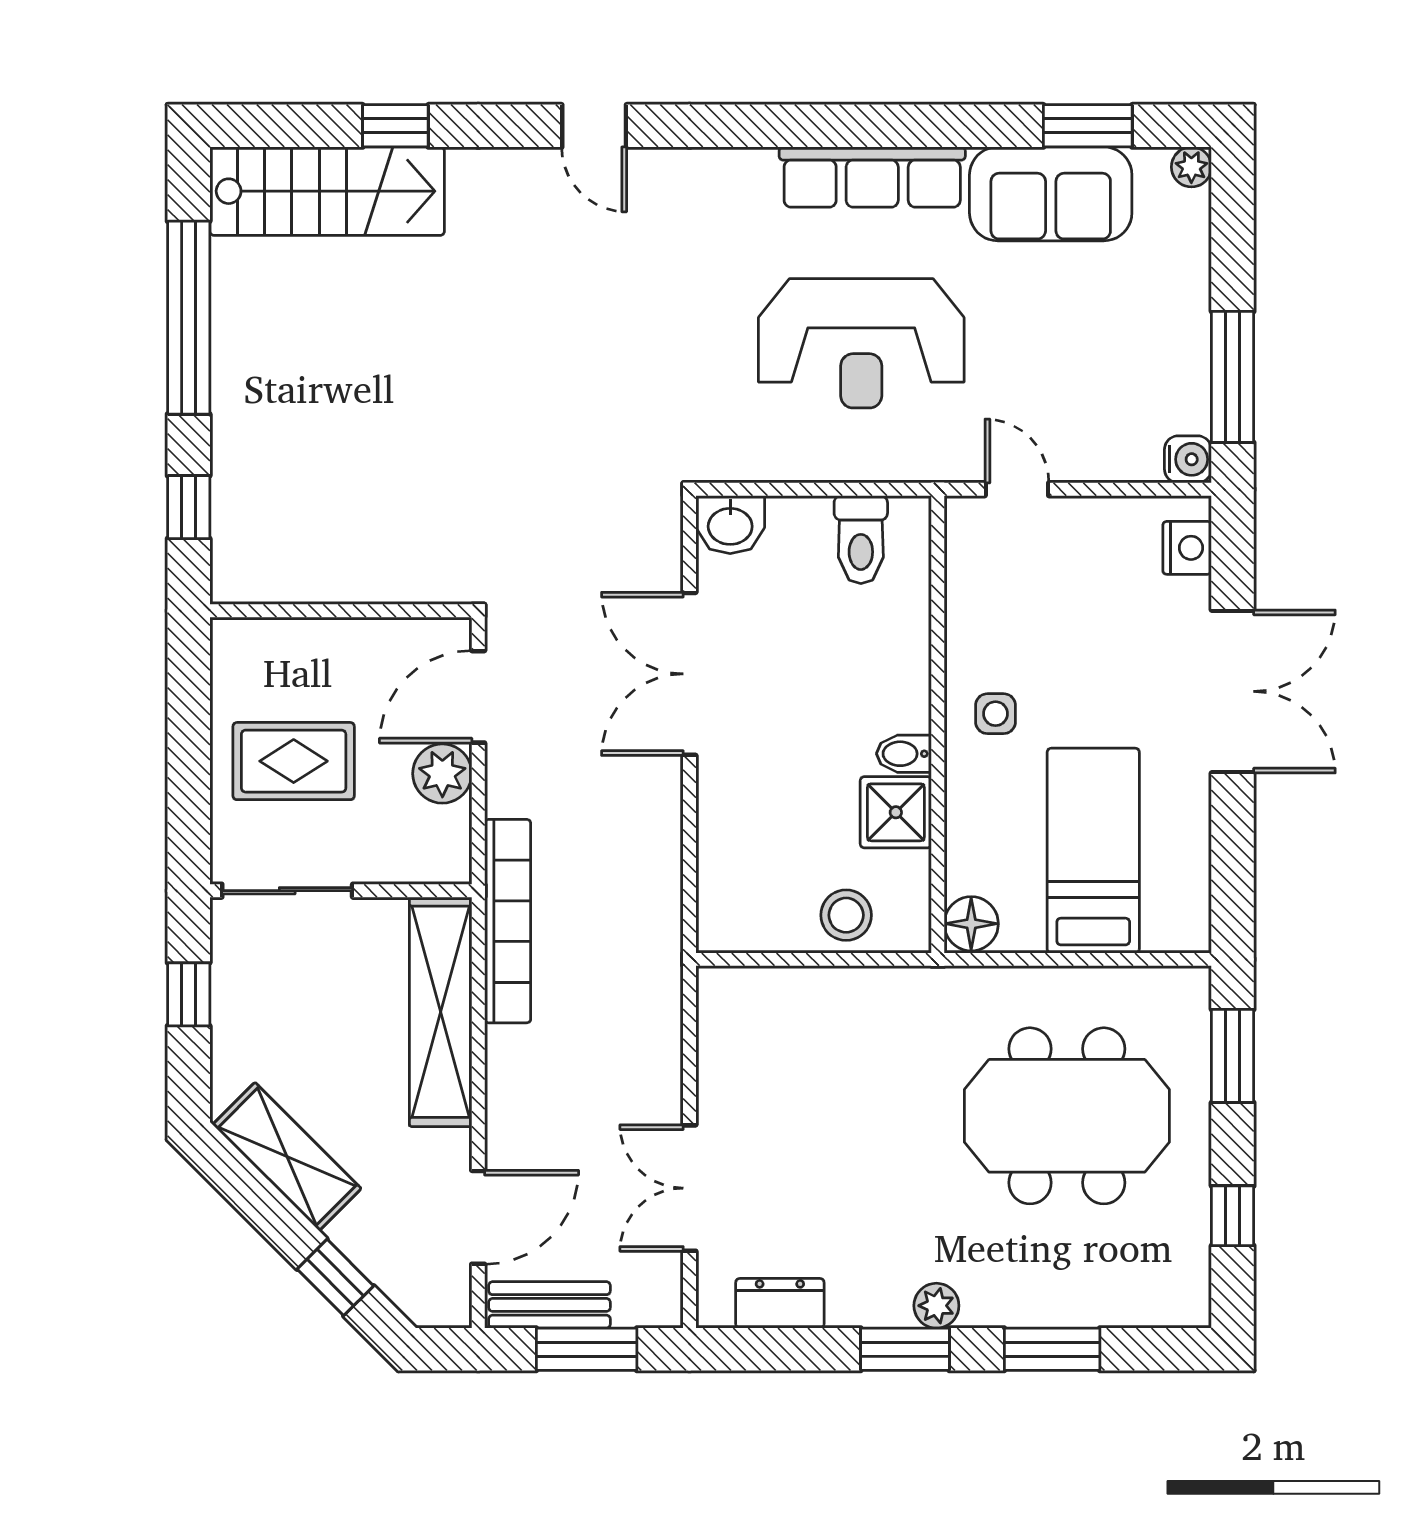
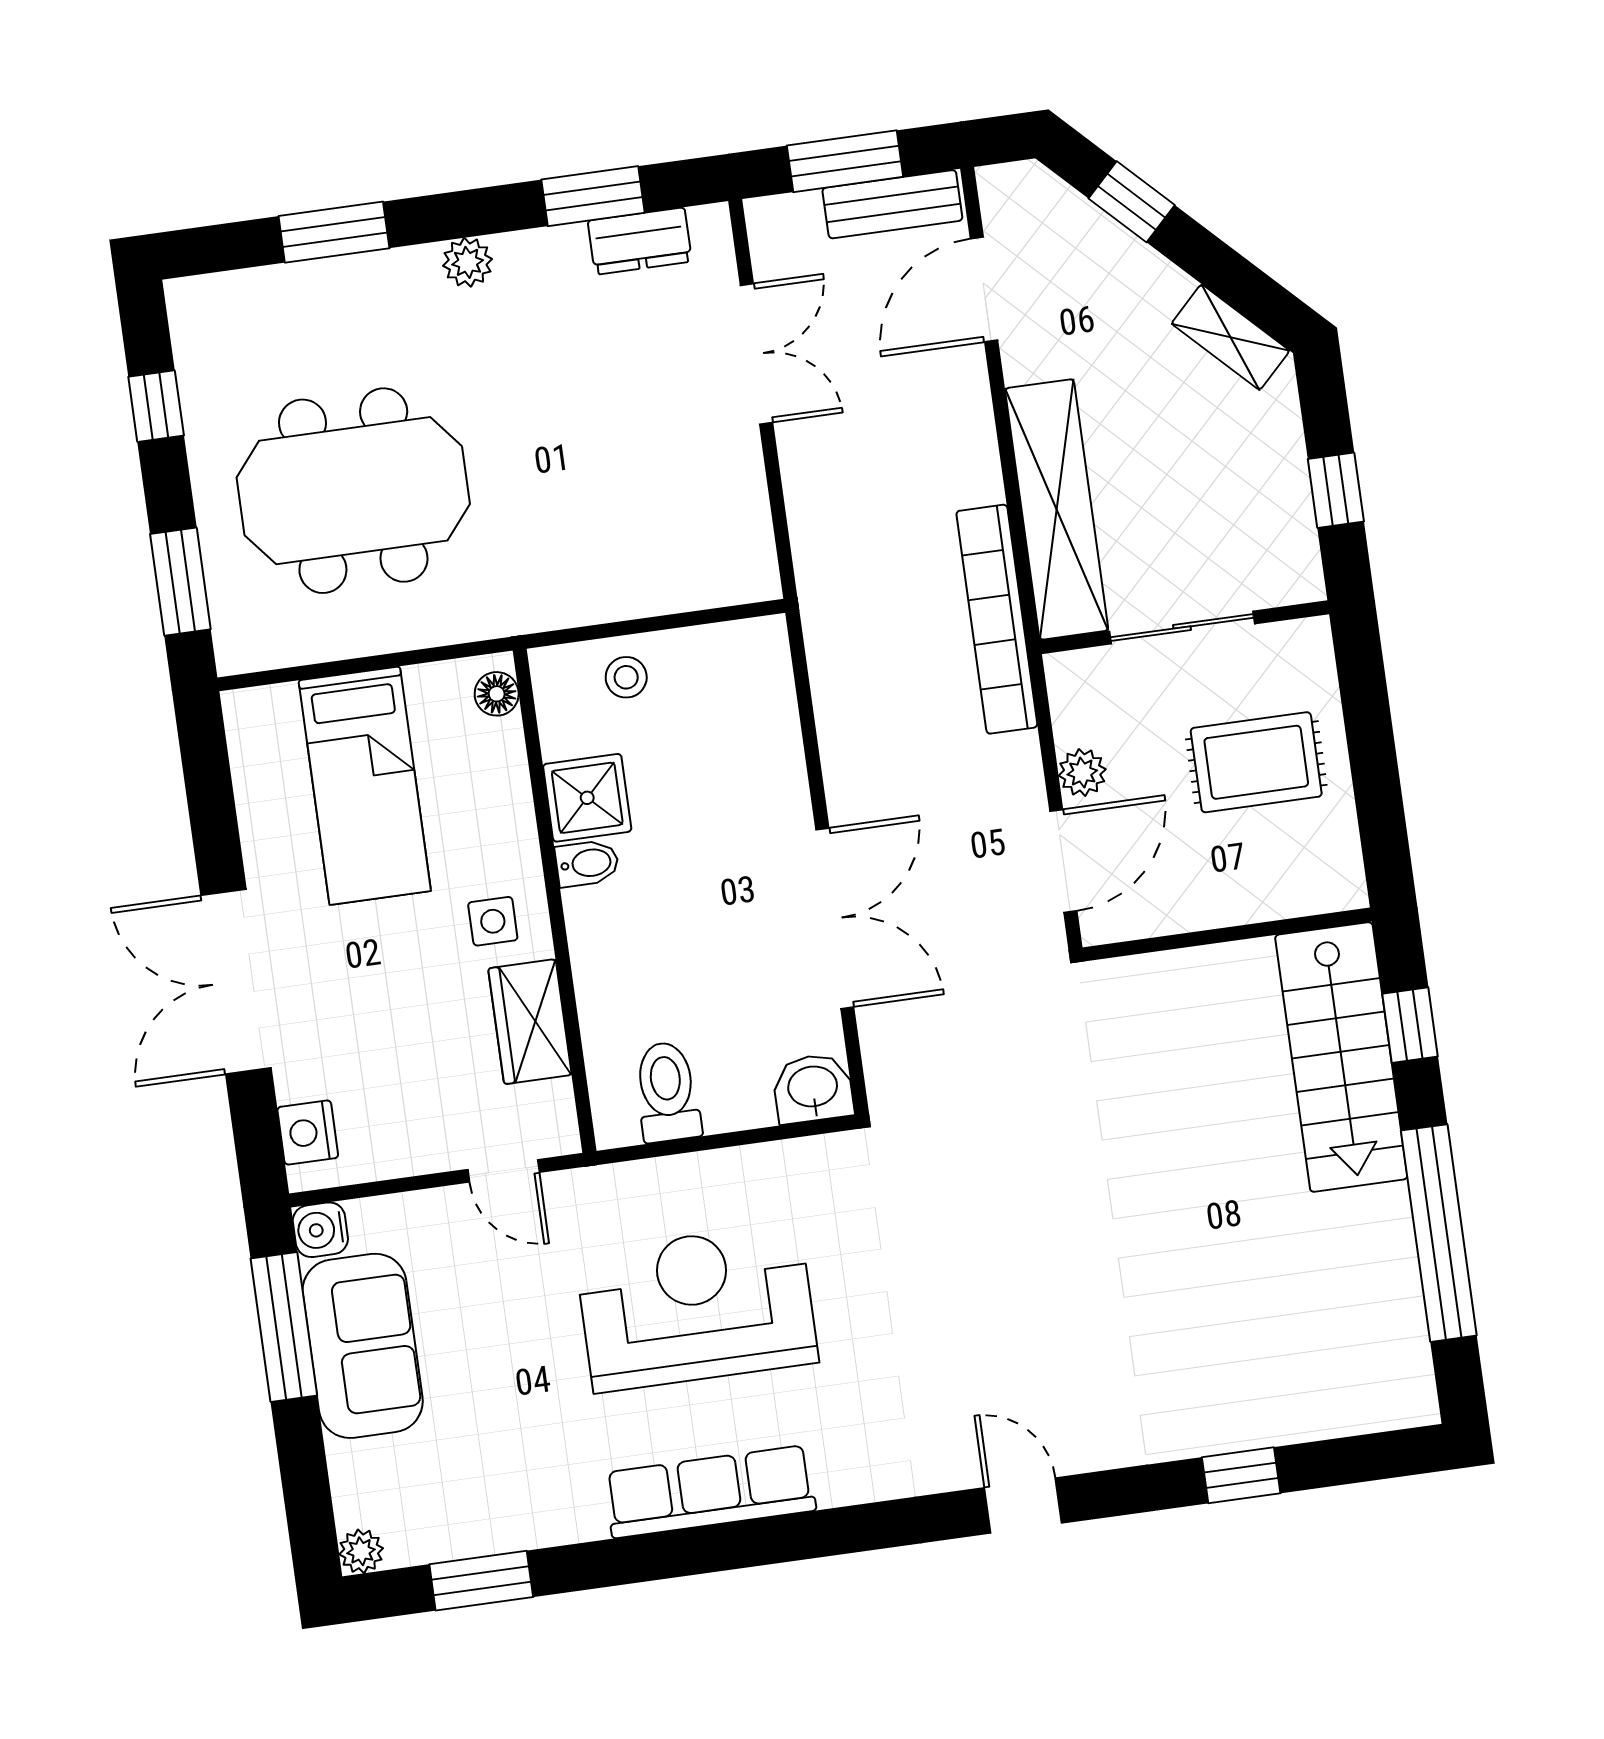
stairs: (327, 191) -> (1341, 1057), moved, turned -90
sofa: (1051, 194) -> (363, 1346), moved, turned 90
wardrobe: (975, 619) -> (530, 1022), added
plant: (442, 774) -> (1082, 772), width x0.73, depth x0.73
sliding door: (287, 891) -> (1182, 628), moved
stool: (846, 915) -> (626, 677), width x0.73, depth x0.73
floor lamp: (971, 924) -> (497, 694), width x0.73, depth x0.73
shelving: (287, 1157) -> (1230, 337), width x0.67, depth x0.75
window: (905, 1349) -> (593, 196), moved

